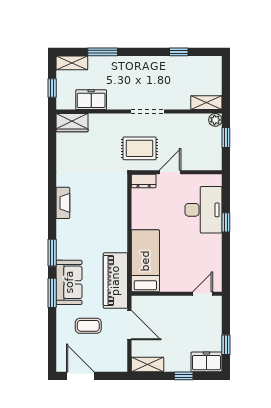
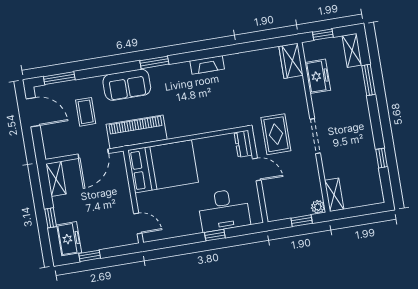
bed: (145, 261) -> (163, 166), width x1.50
window: (52, 293) -> (59, 78), moved
door: (80, 376) -> (33, 112), hinge flipped

